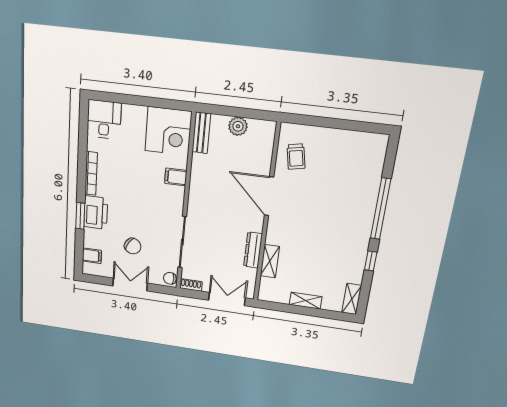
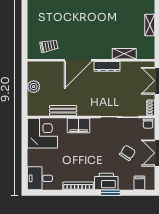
bench: (201, 133) -> (63, 111), moved
filing cabinet: (176, 177) -> (79, 126), width x2.00
dresser: (253, 250) -> (107, 66), moved

